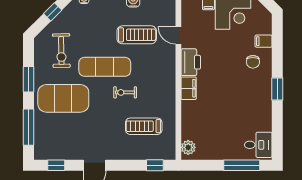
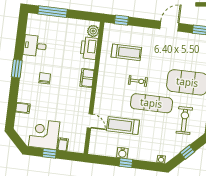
printer: (191, 62) -> (89, 48), moved
chair: (253, 62) -> (45, 78), moved
desk: (258, 145) -> (35, 46), moved

